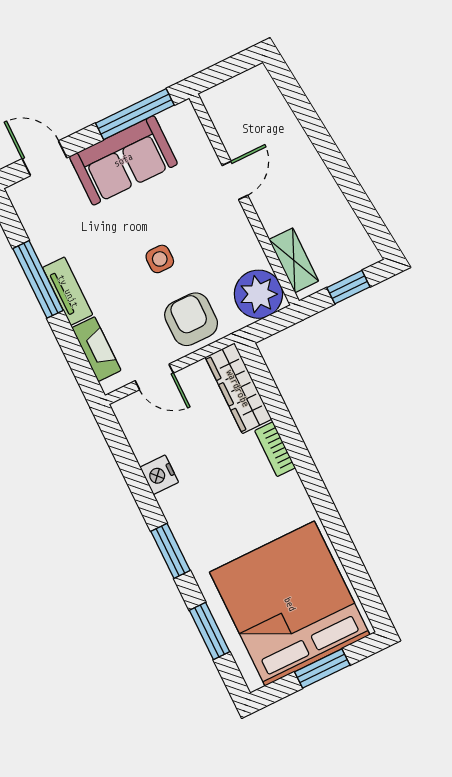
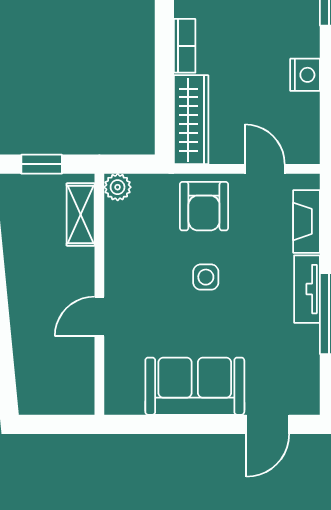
window: (135, 114) -> (163, 424), removed
door: (45, 158) -> (268, 424), hinge flipped
plant: (258, 294) -> (118, 187), width x0.53, depth x0.53

